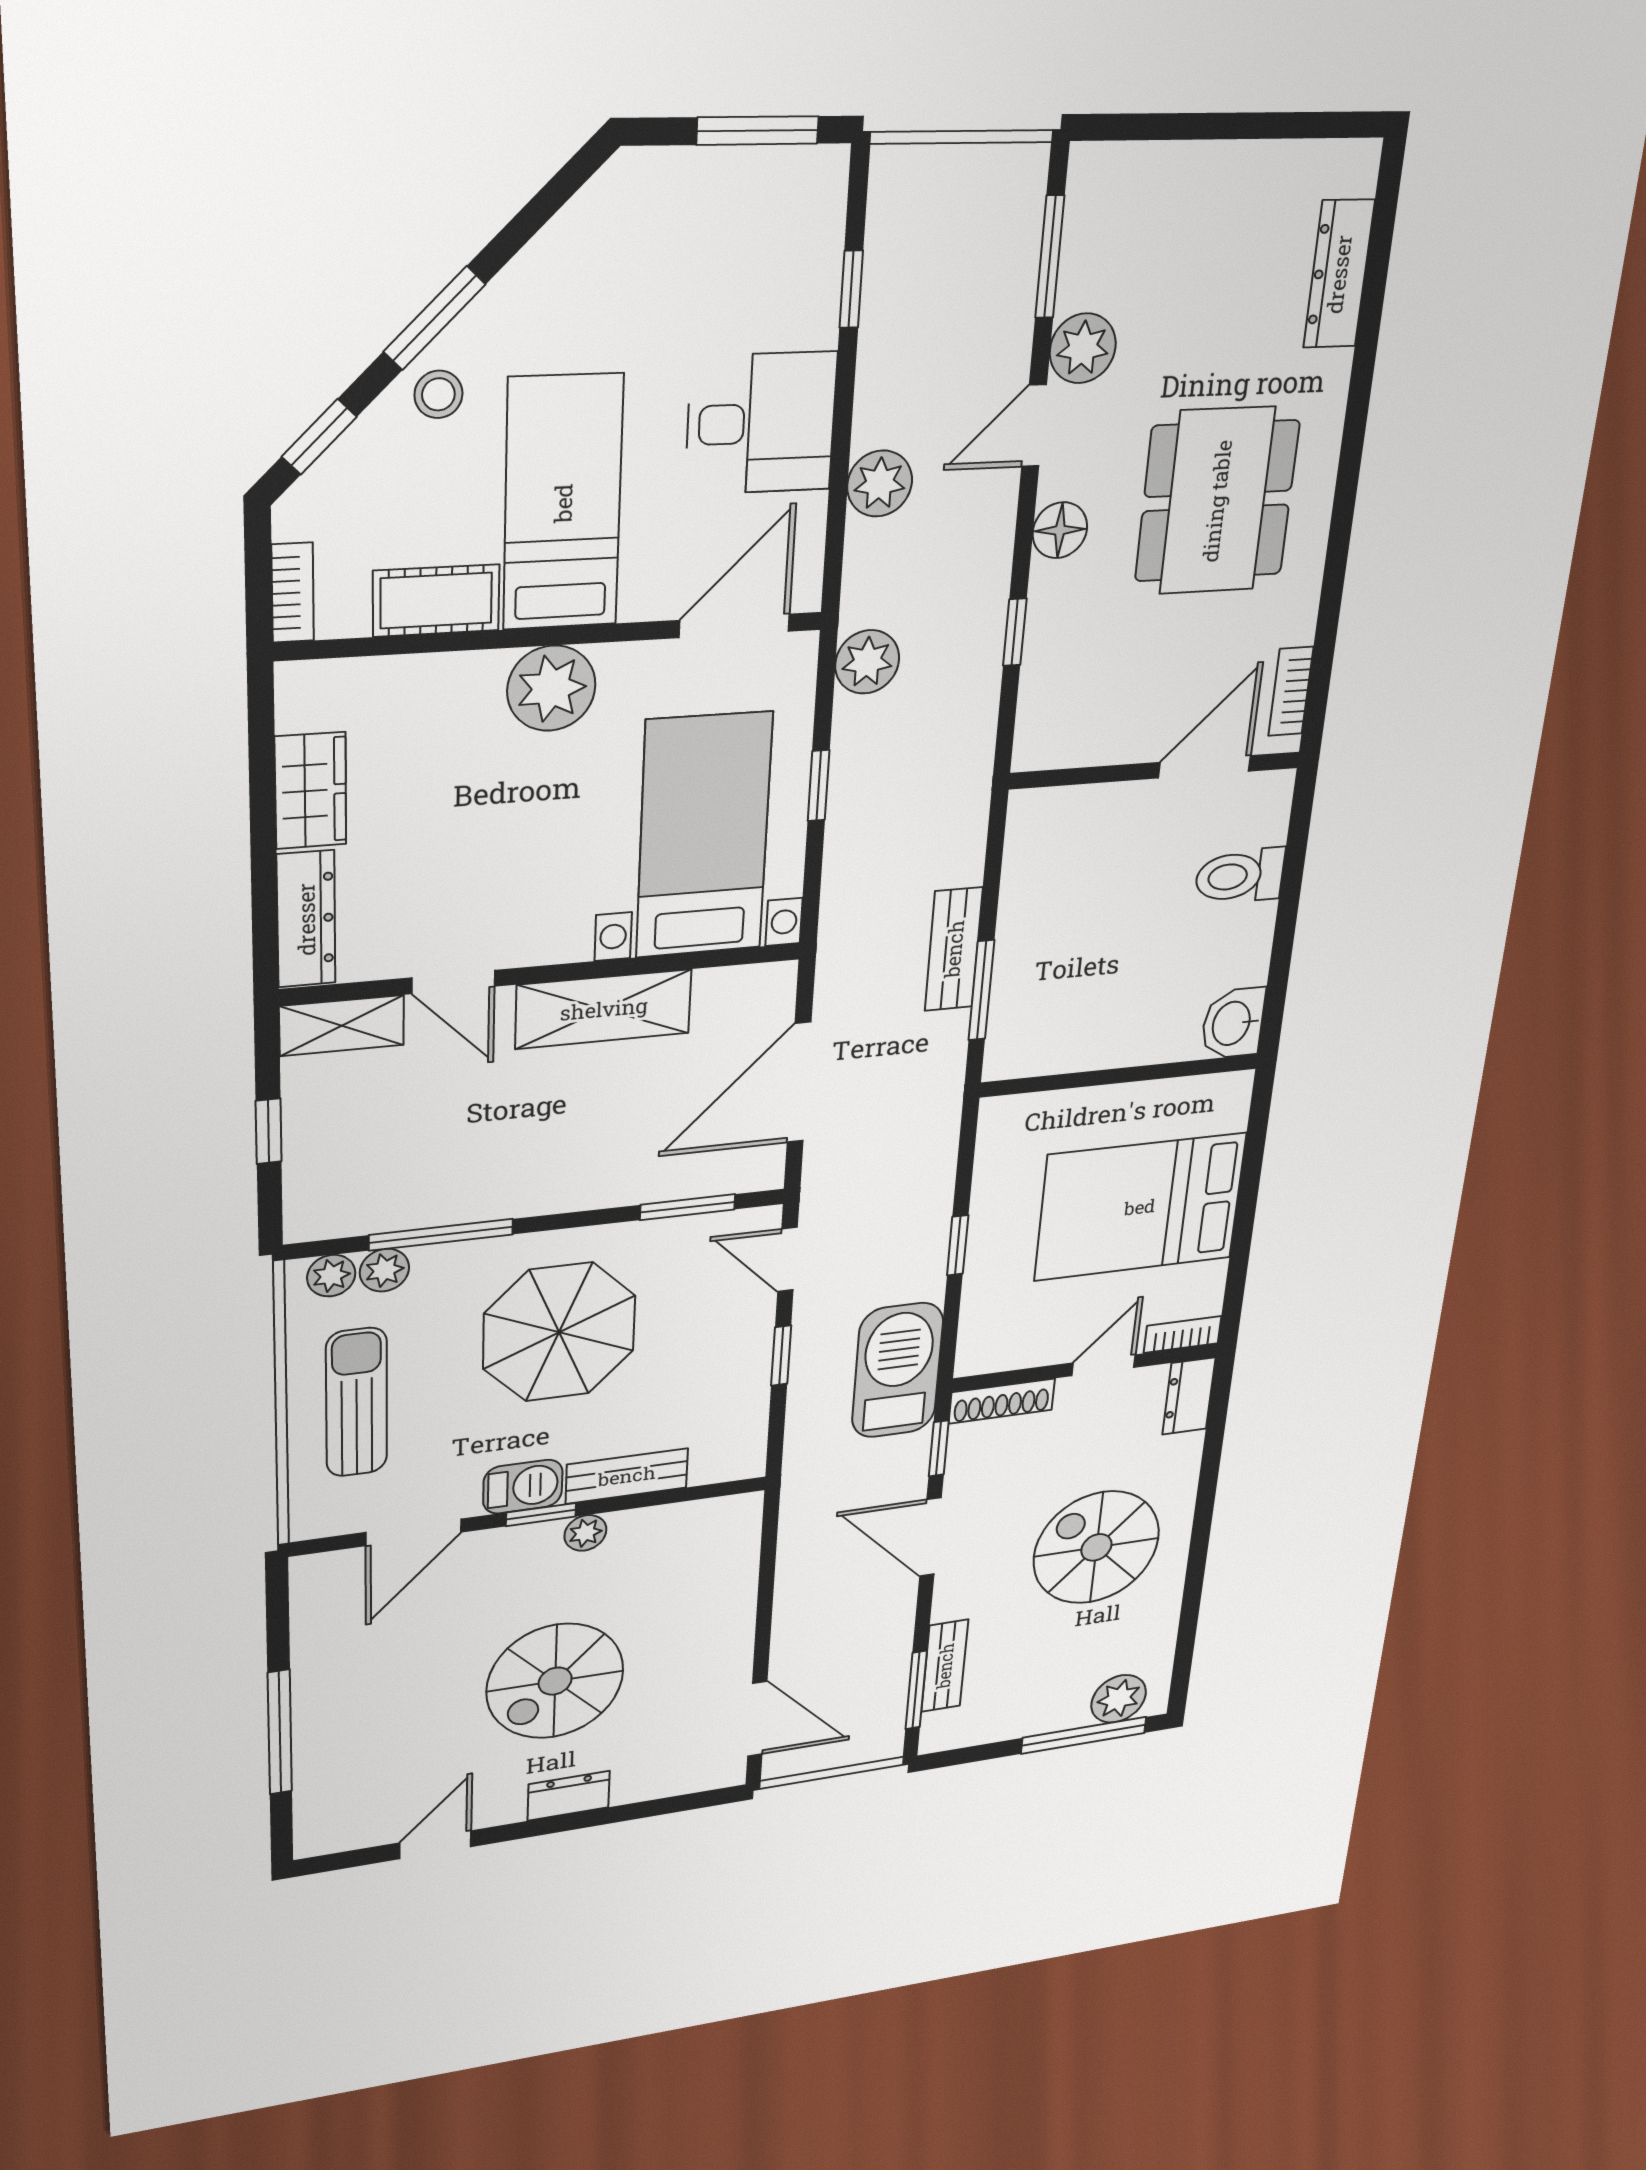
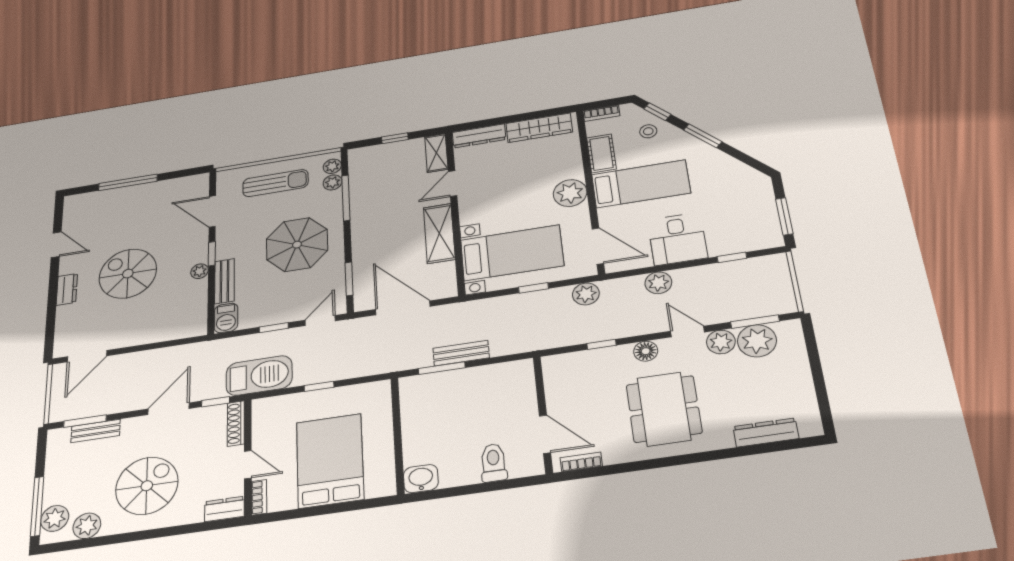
plant: (1103, 260) -> (757, 341), added
stool: (438, 394) -> (648, 131), moved
dining table: (1217, 501) -> (664, 409), turned 90
wardrobe: (311, 791) -> (539, 128), width x1.50
barbecue: (523, 1487) -> (226, 318), moved
plant: (1151, 1639) -> (87, 526), added

